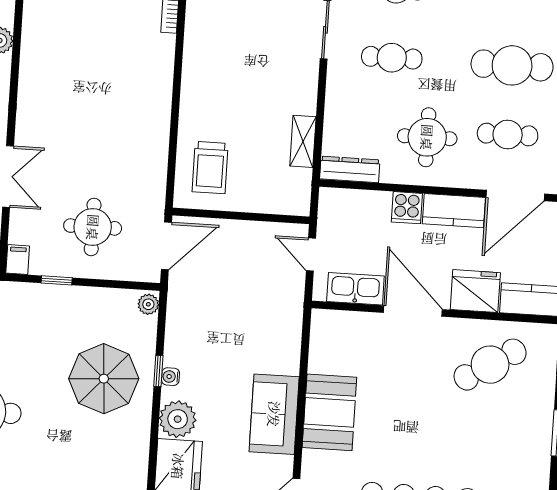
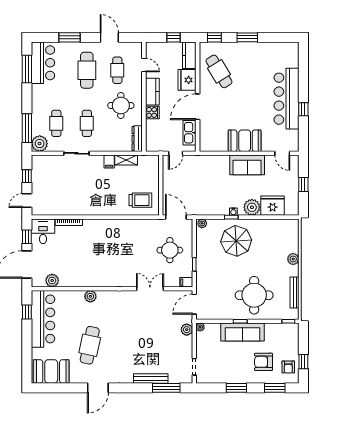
filing cabinet: (302, 103) -> (109, 162), added
door: (515, 195) -> (144, 65), width x0.53

